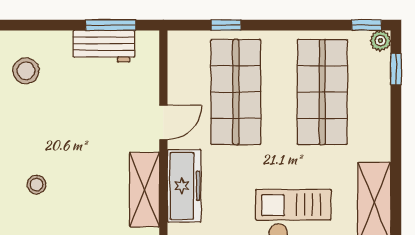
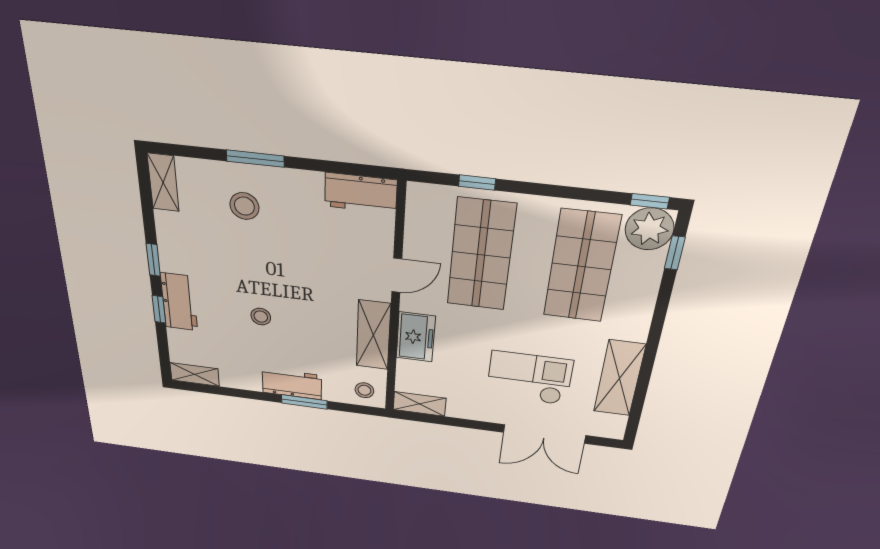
window: (111, 25) -> (255, 159), moved
plant: (380, 41) -> (649, 229), width x1.88, depth x1.88
workbench: (104, 46) -> (361, 193), moved
freezer: (184, 186) -> (416, 337), width x0.71

